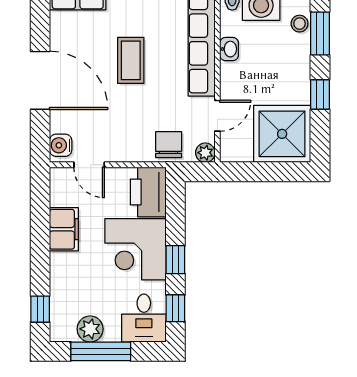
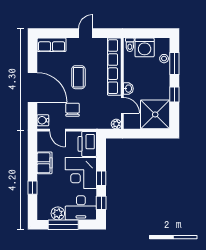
washbasin: (229, 49) -> (128, 89), moved
door: (217, 116) -> (122, 105), hinge flipped
chair: (169, 145) -> (73, 110), moved
window: (40, 309) -> (33, 188), moved
desk: (144, 318) -> (81, 208), width x1.37

